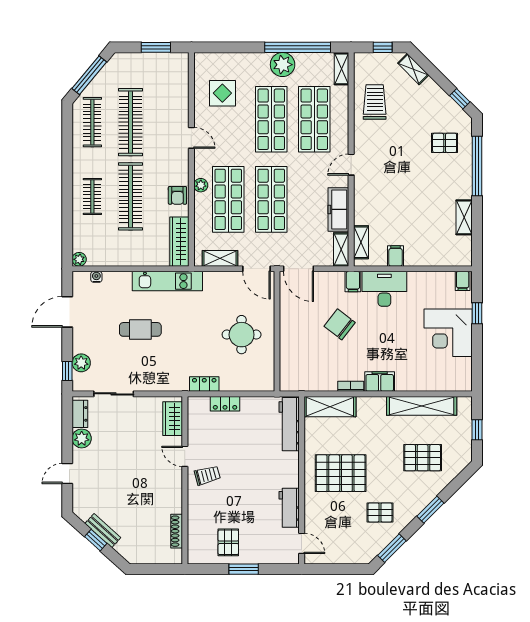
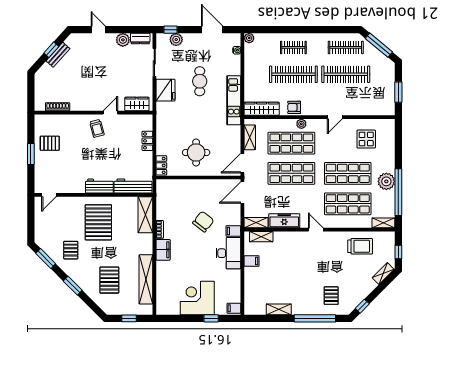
fridge: (153, 378) -> (165, 90), added
locker: (204, 384) -> (161, 165), moved
workbench: (289, 508) -> (99, 186), moved

